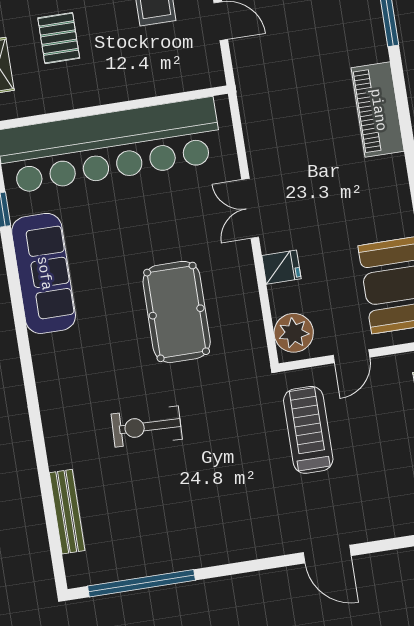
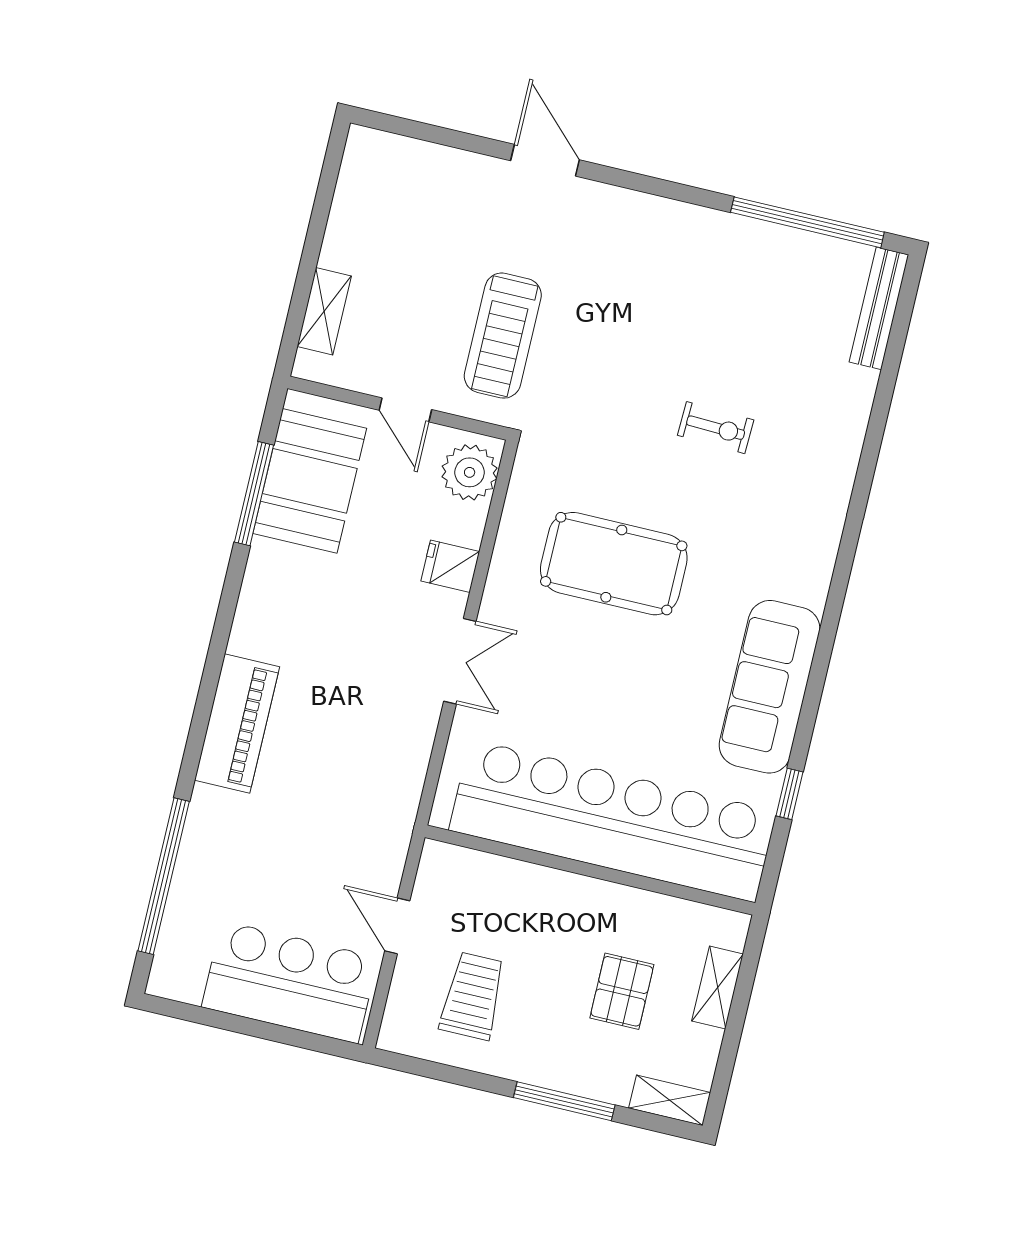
pool table: (177, 312) -> (614, 564), turned 90
door: (352, 356) -> (405, 410), swing flipped
exercise bike: (147, 427) -> (716, 428), width x0.73, depth x0.72
bench: (67, 512) -> (879, 308), moved

